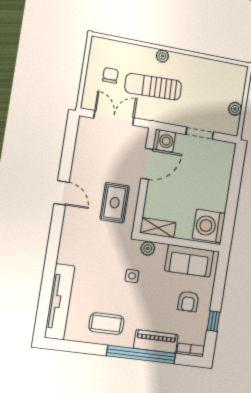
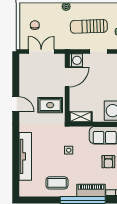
sun lounger: (153, 87) -> (89, 26), moved
rug: (115, 203) -> (50, 105), turned 90
plant: (148, 248) -> (76, 131), removed
tv unit: (60, 302) -> (25, 156), moved

